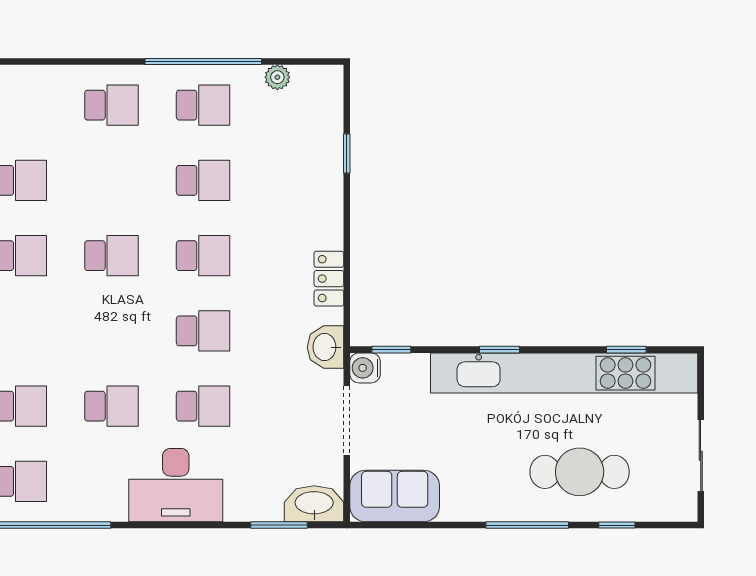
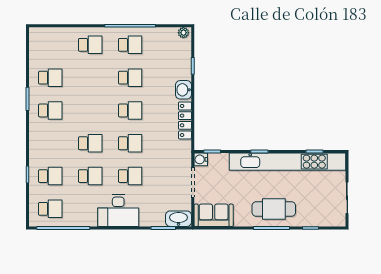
plant: (277, 77) -> (183, 33), moved
school desk: (111, 256) -> (90, 143), moved
locker: (329, 279) -> (185, 120), width x1.53
washbasin: (326, 347) -> (183, 90), moved
cafe table: (580, 472) -> (274, 209), moved

